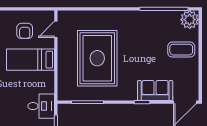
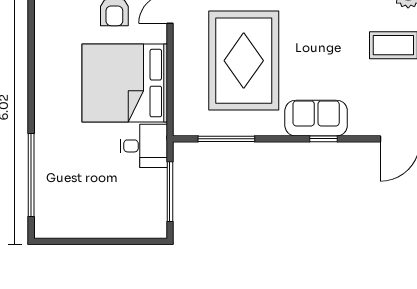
bed: (30, 60) -> (125, 83), width x2.04
sofa: (155, 90) -> (316, 118), moved

